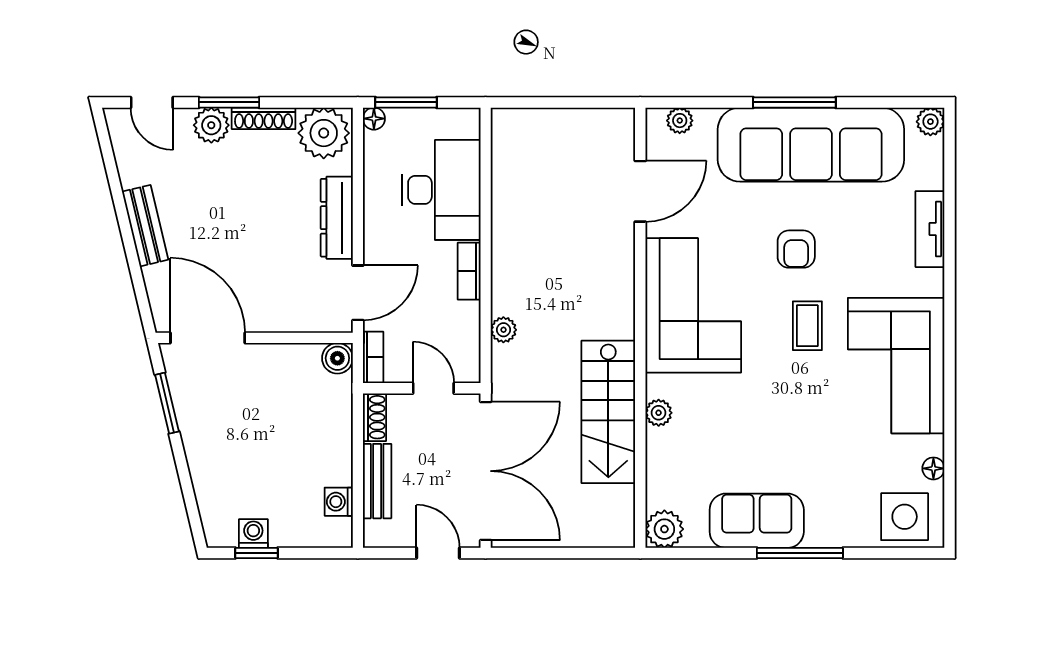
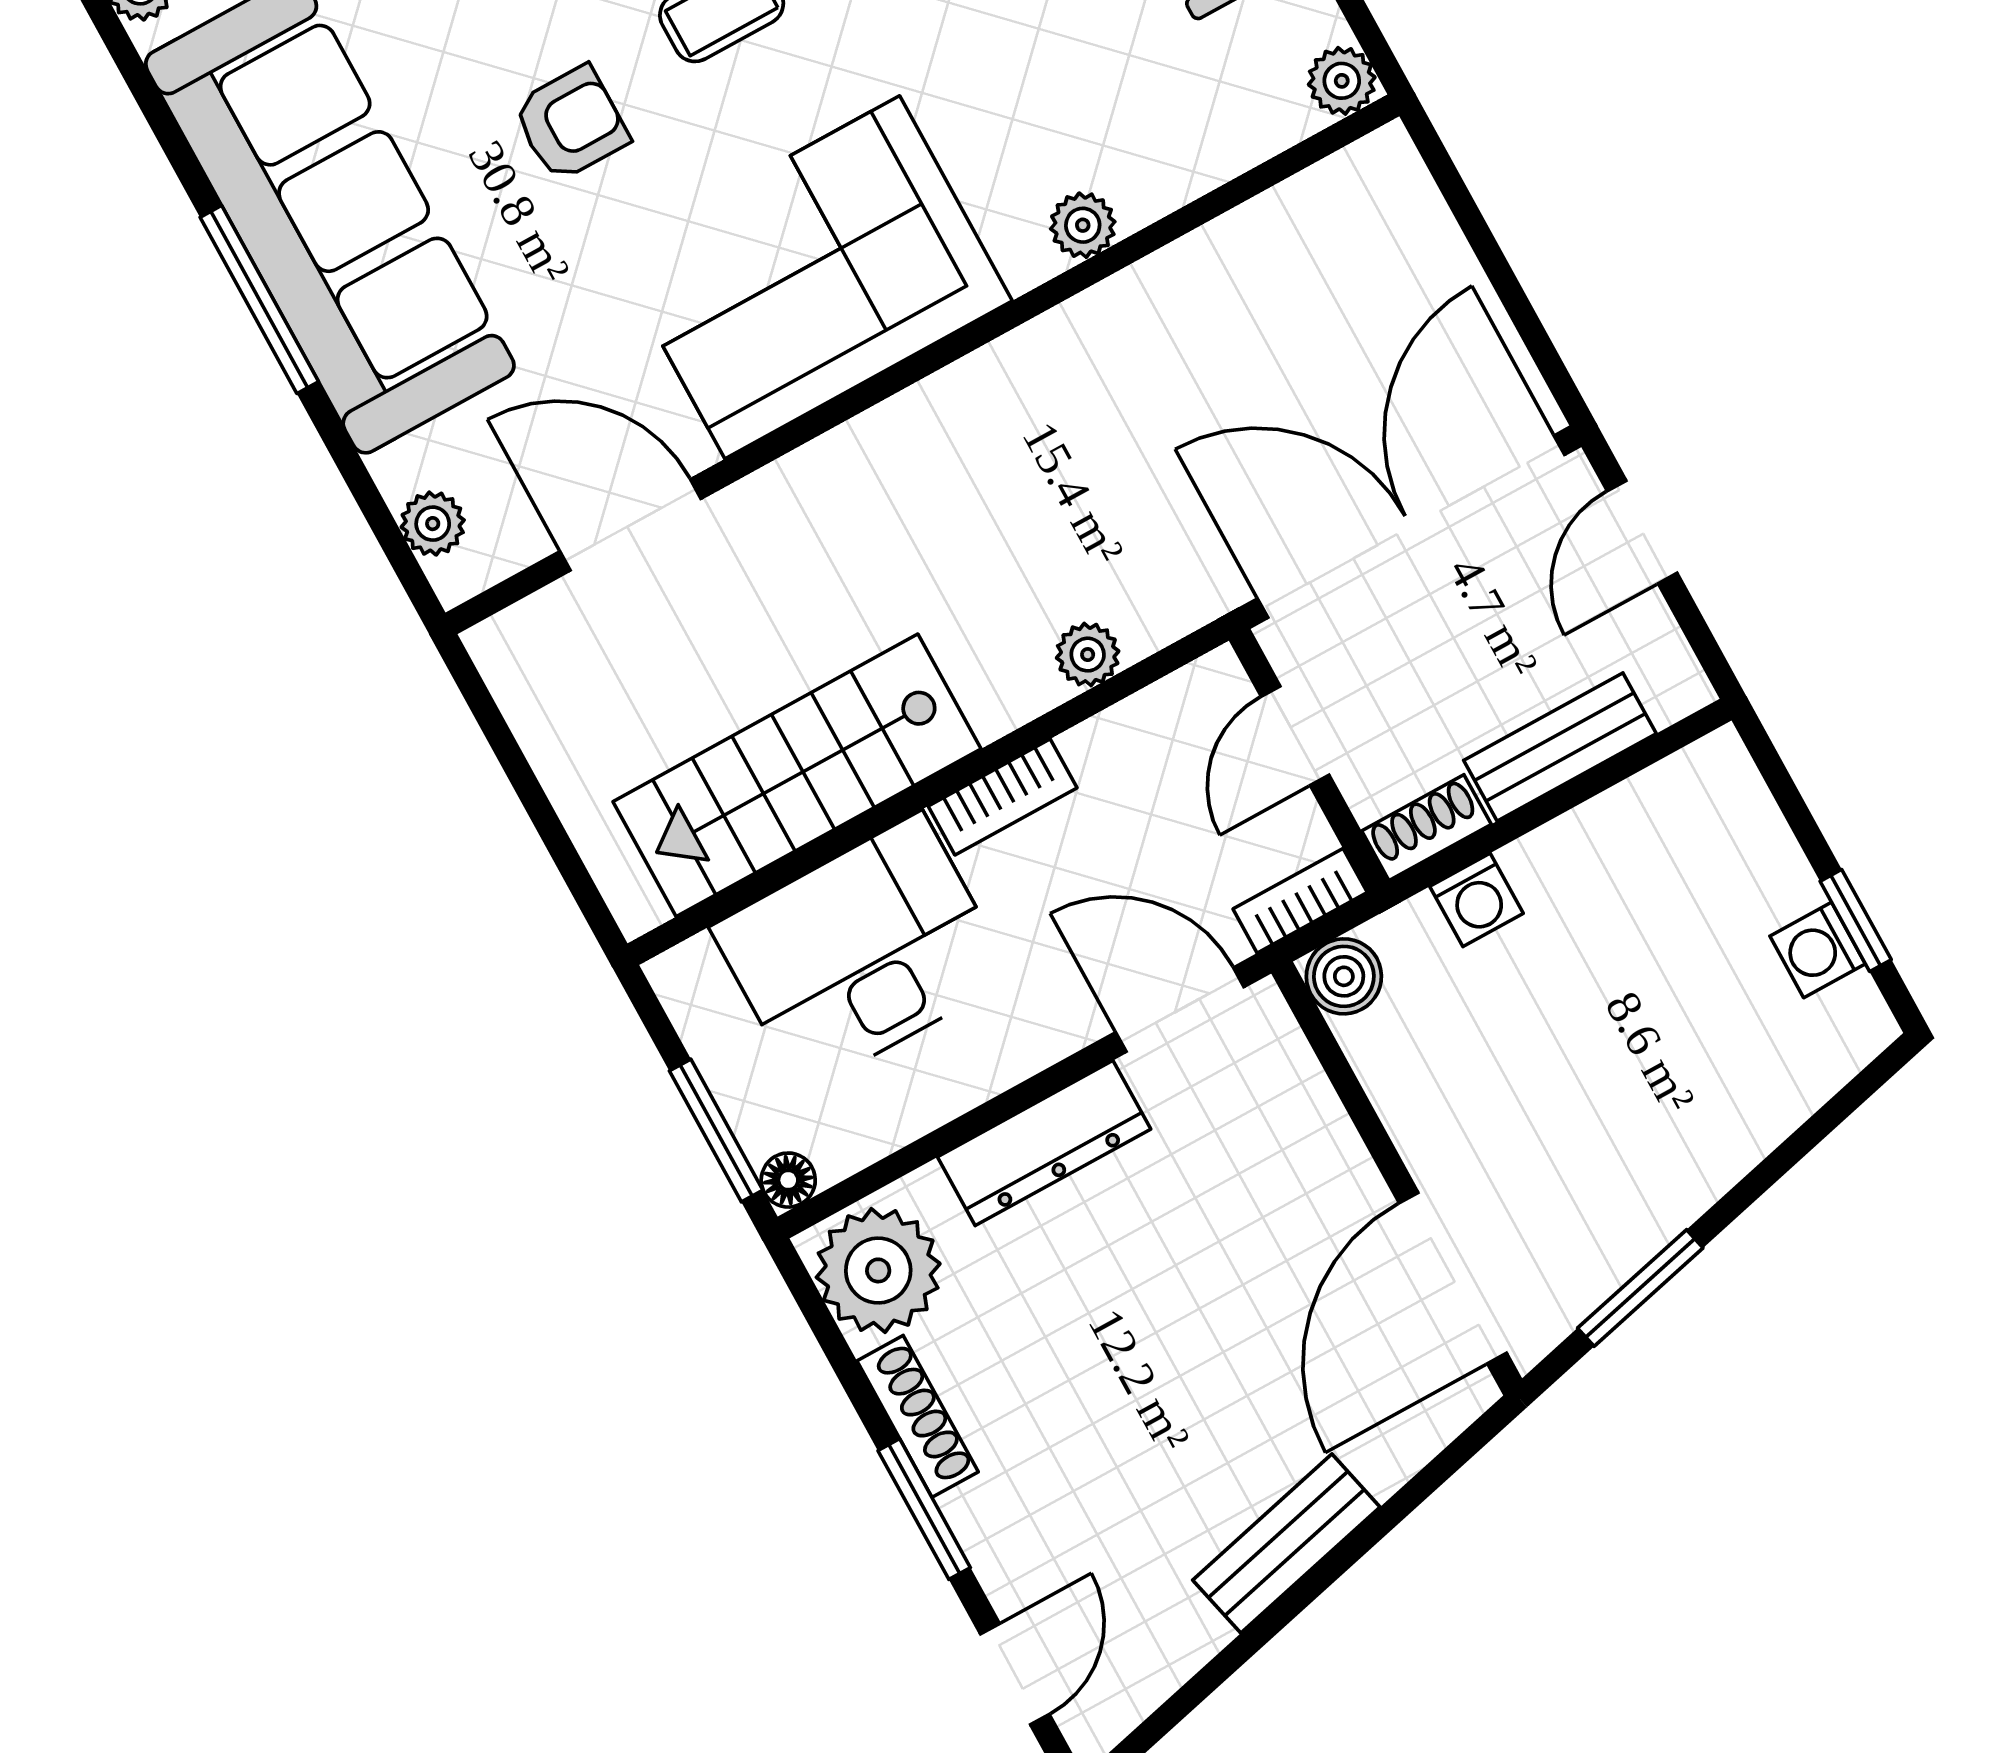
plant: (211, 125) -> (994, 1520), removed
stairs: (608, 412) -> (797, 775), moved, turned 180
washing machine: (339, 502) -> (1476, 900), moved
plant: (664, 529) -> (1342, 81), width x0.73, depth x0.73

